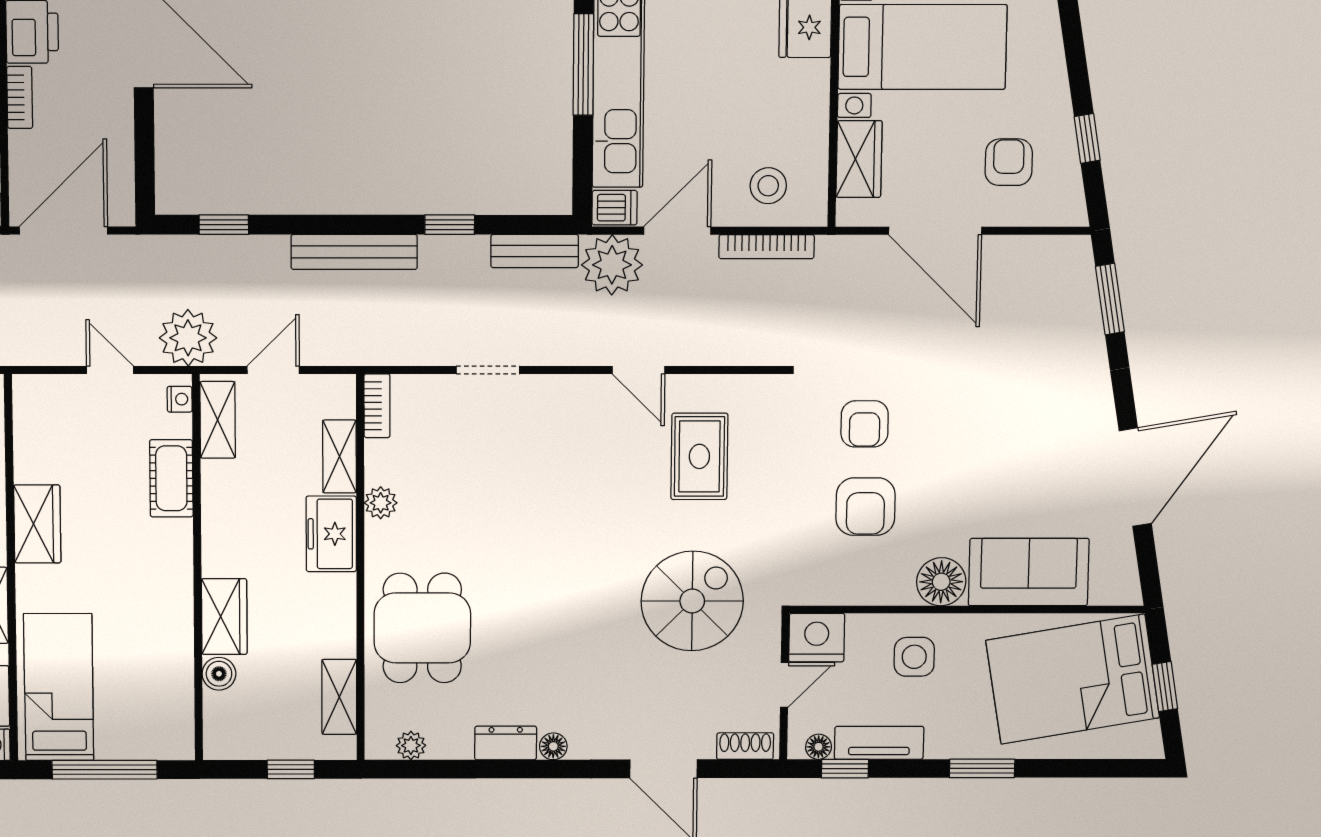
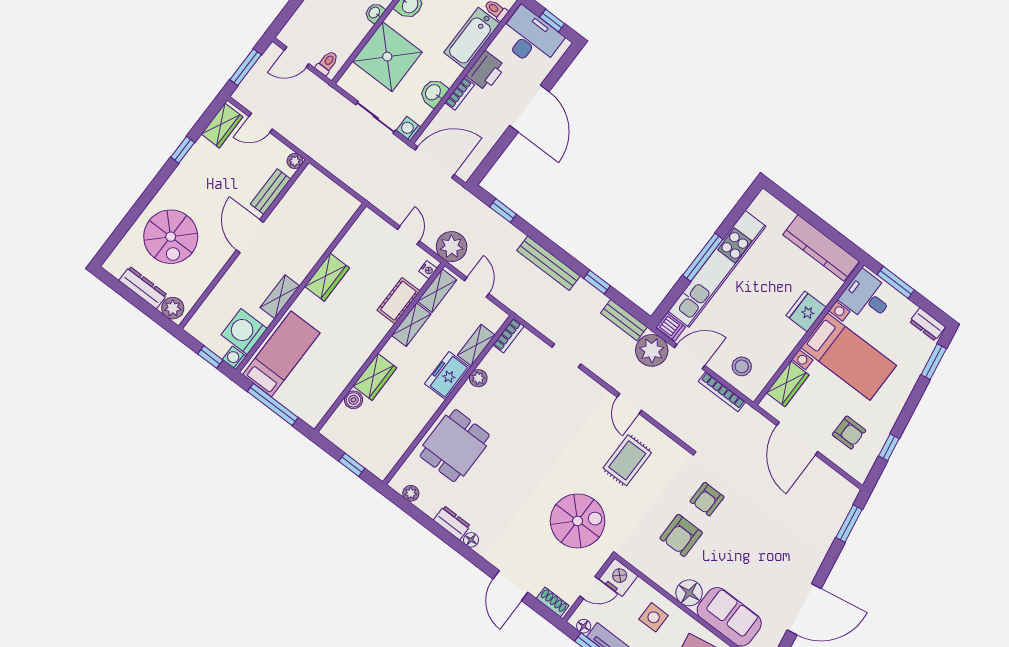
armchair: (1009, 162) -> (849, 433), turned 90
door: (273, 370) -> (477, 287), hinge flipped
shelving: (339, 697) -> (411, 325), moved

